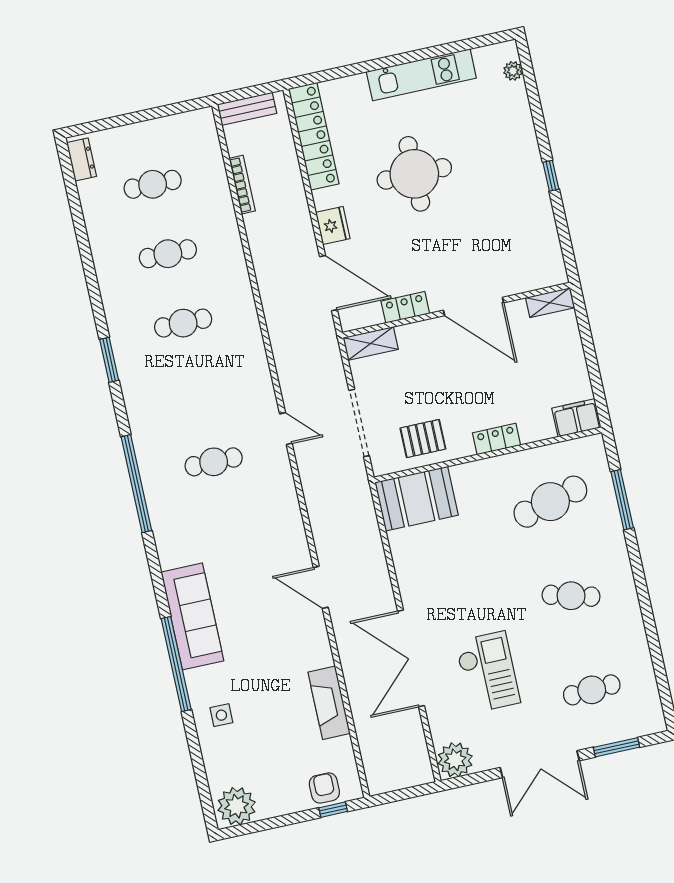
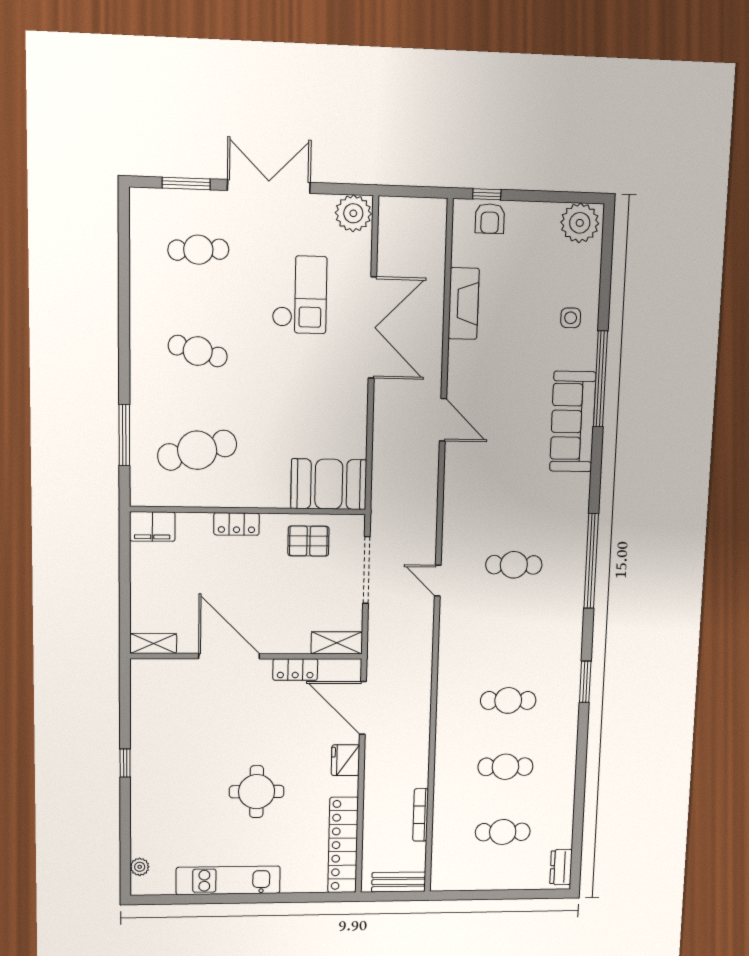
round table: (414, 174) -> (257, 792), width x0.73, depth x0.73
checkout: (488, 672) -> (300, 295), turned 180

